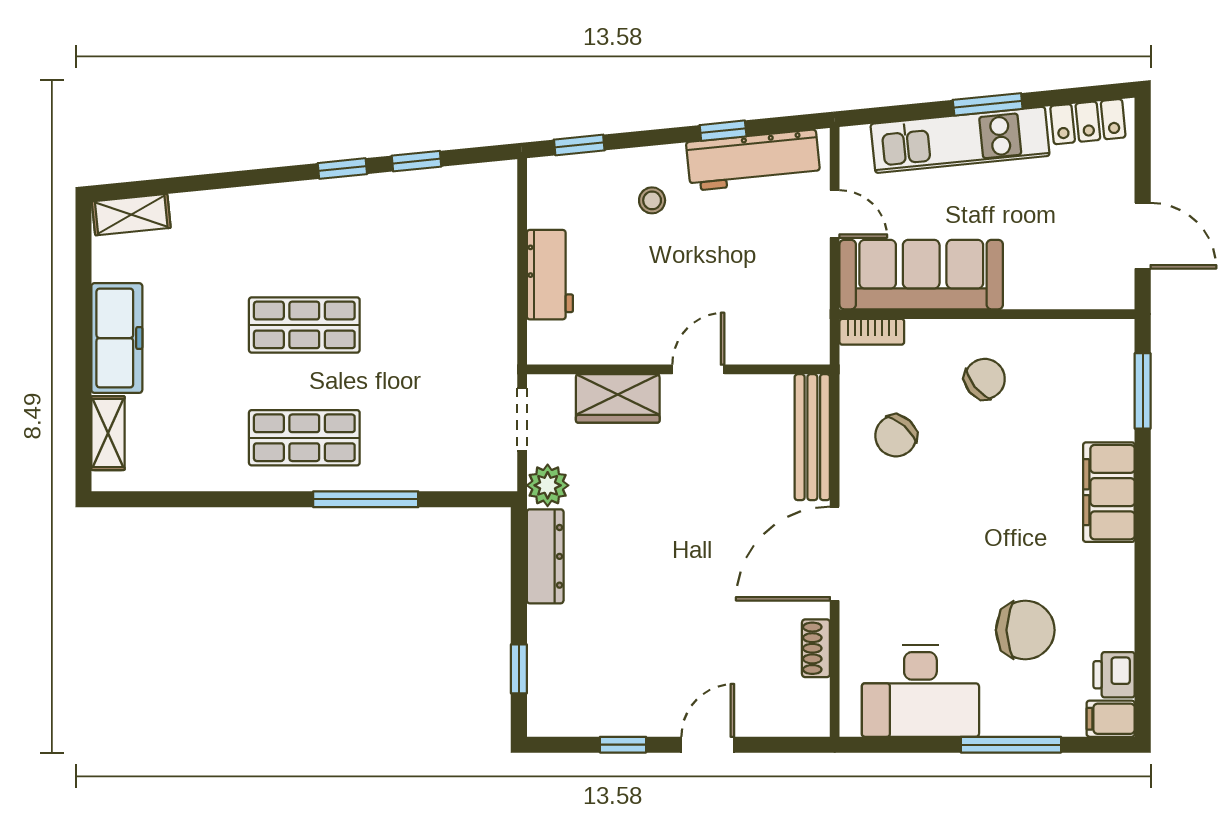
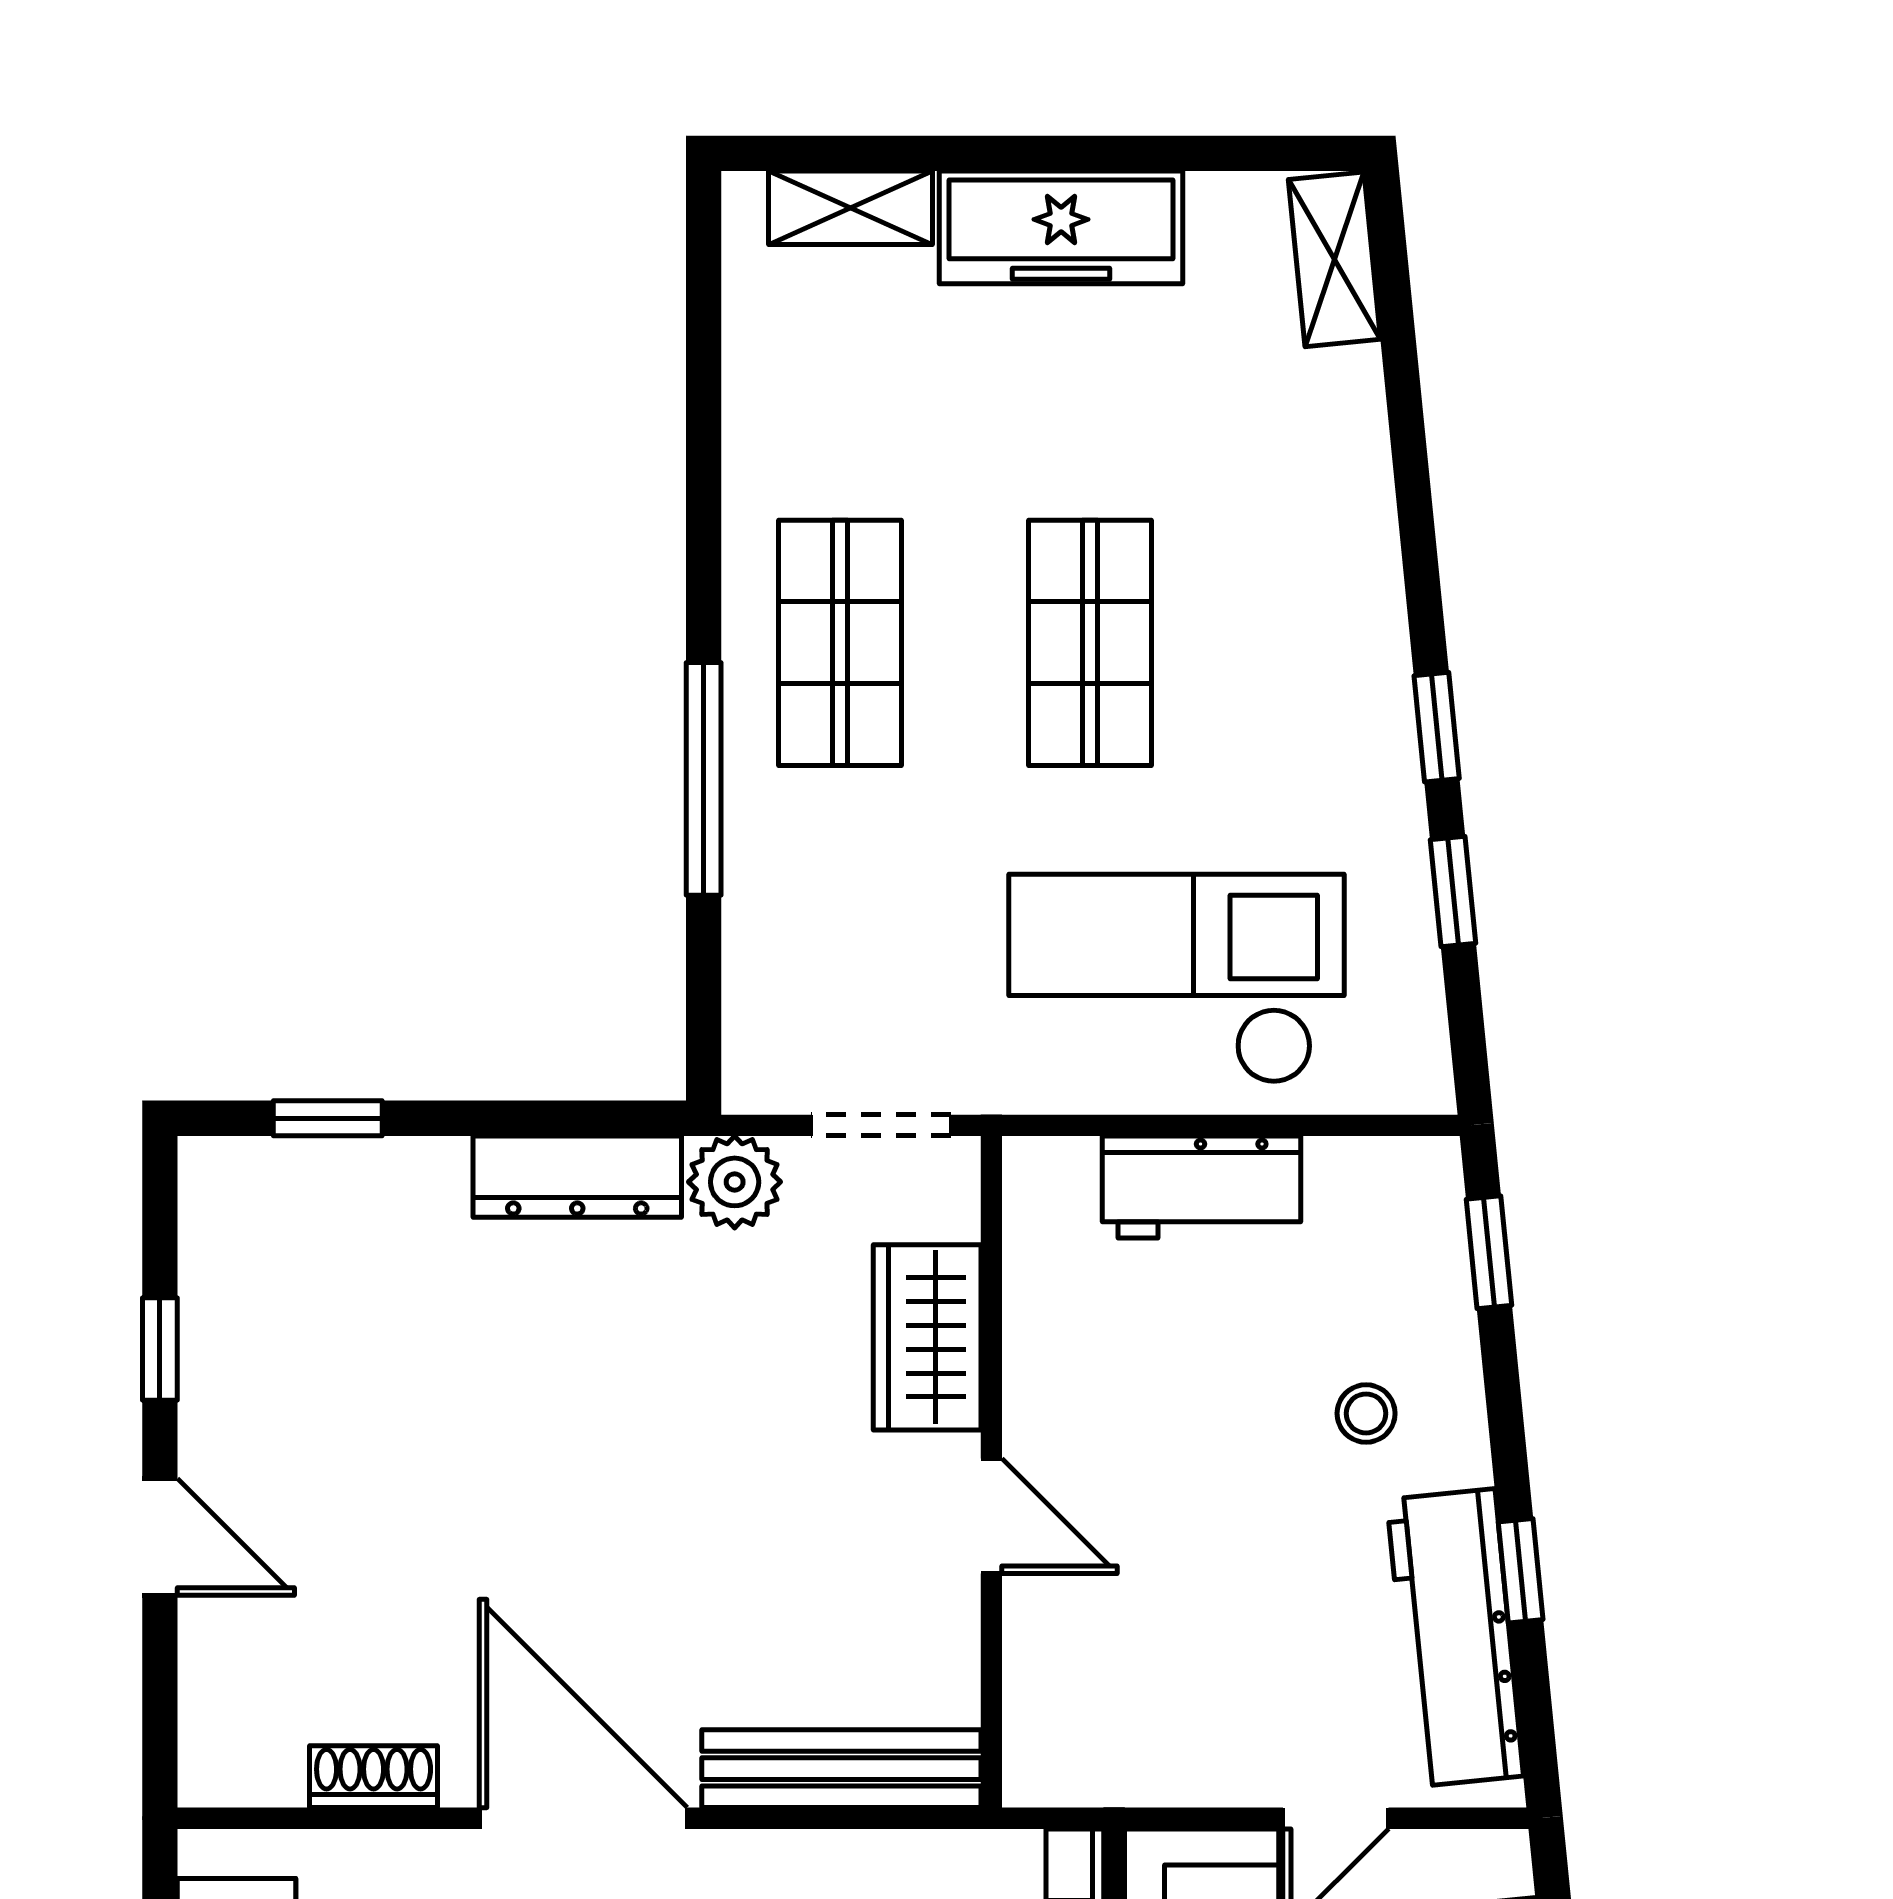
checkout: (456, 286) -> (1177, 979), added

